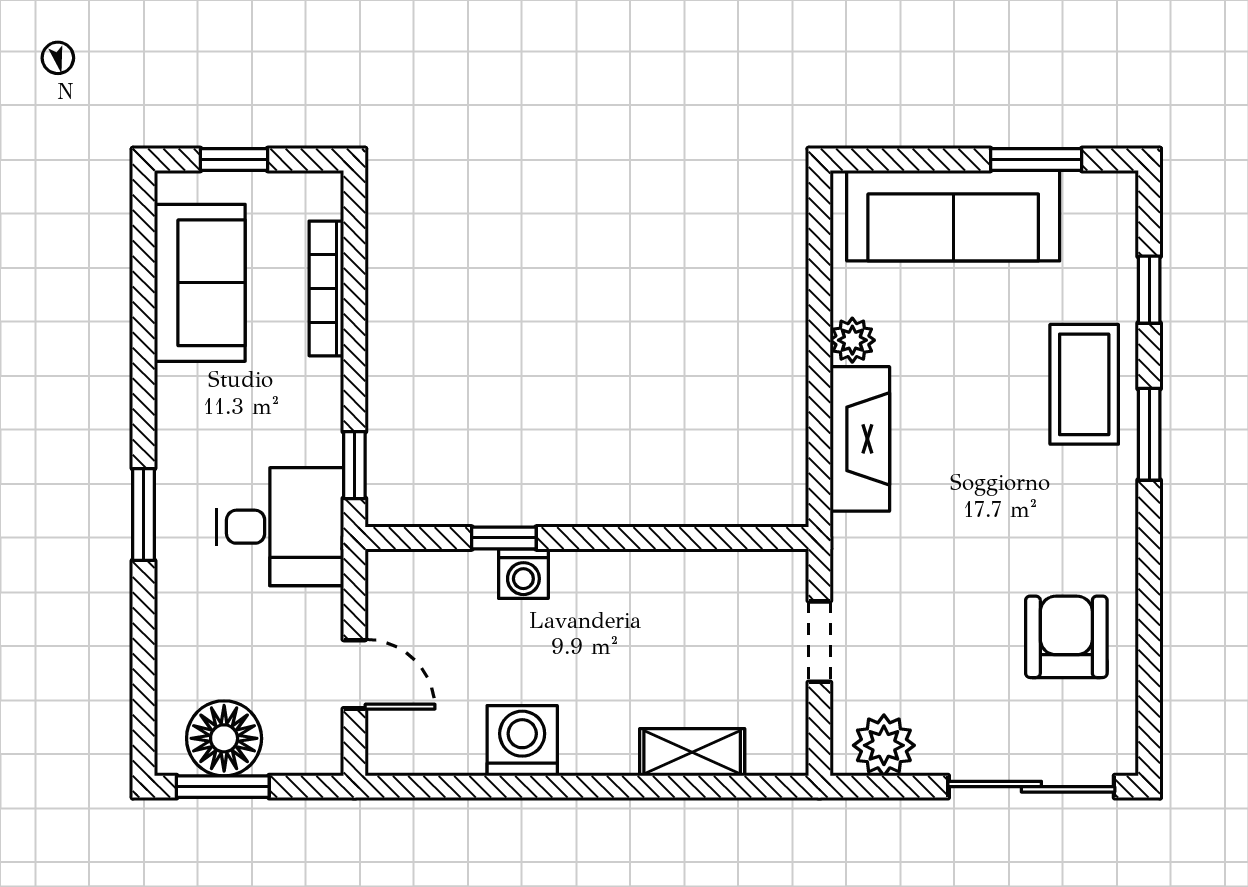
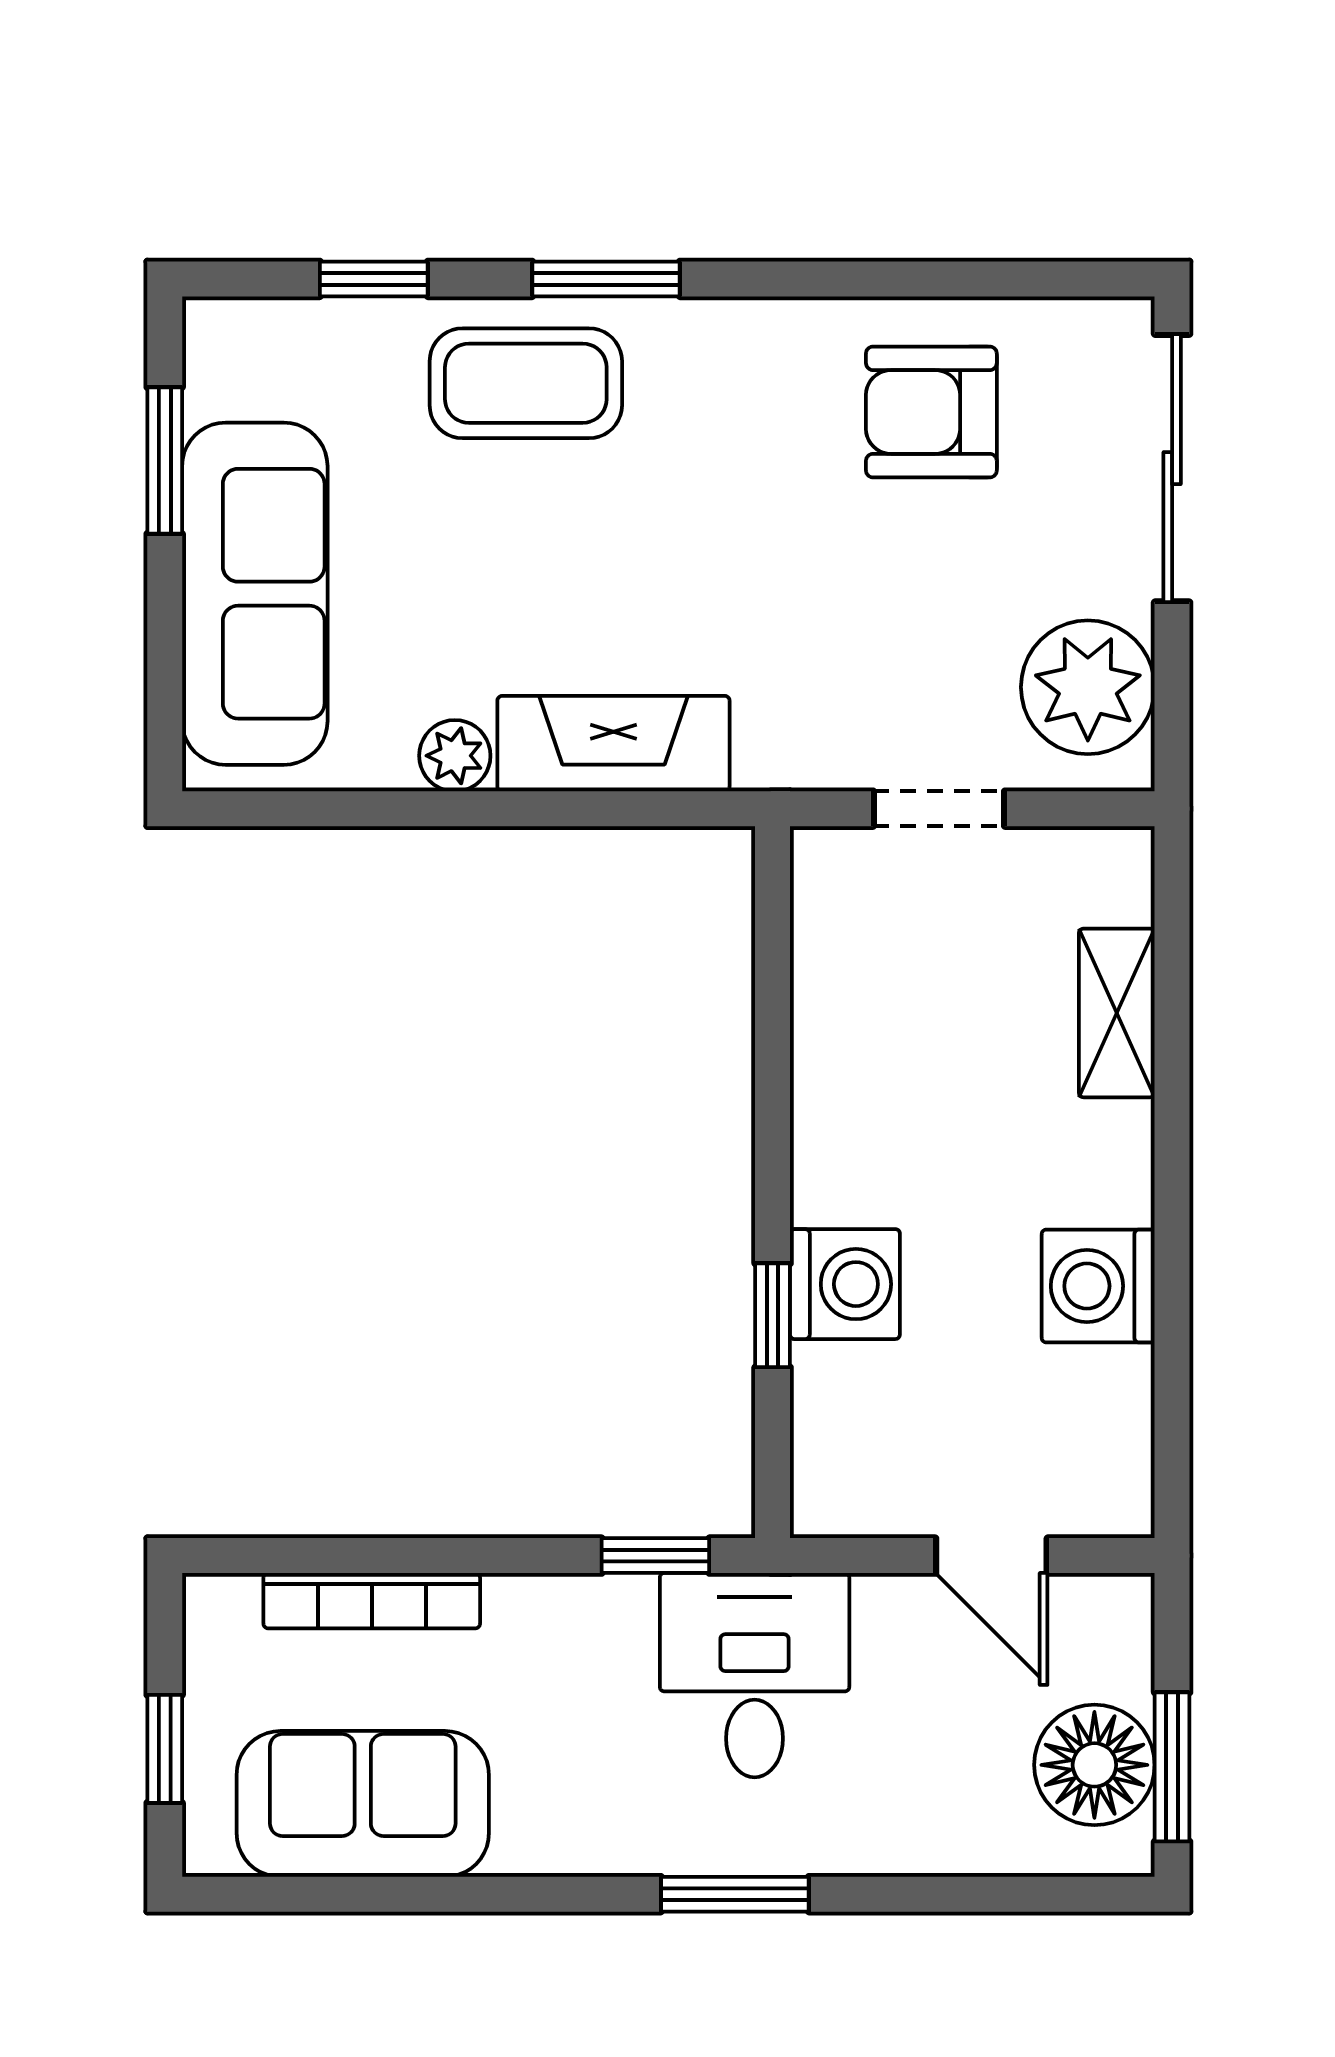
washing machine: (523, 574) -> (845, 1284), width x1.38, depth x1.38
door: (354, 674) -> (991, 1556), swing flipped
plant: (884, 745) -> (1088, 687), width x1.36, depth x1.36

